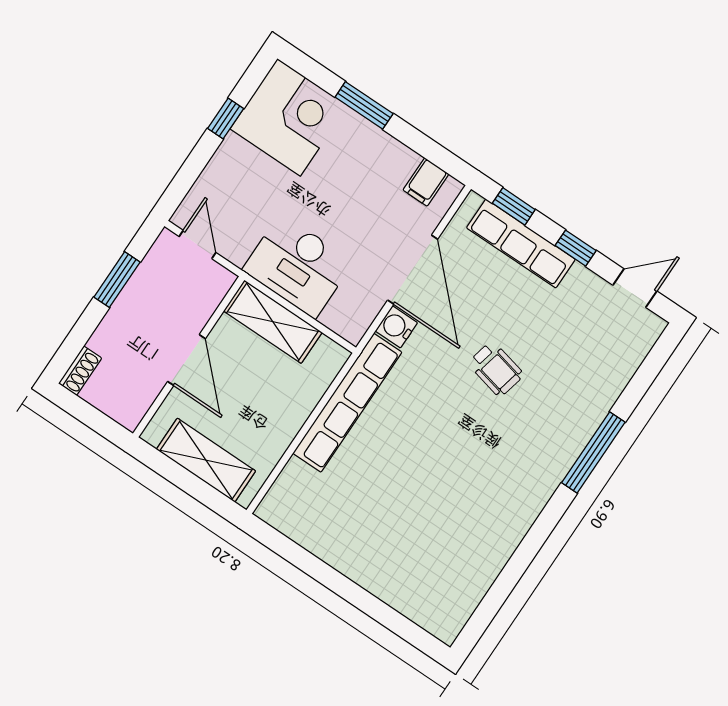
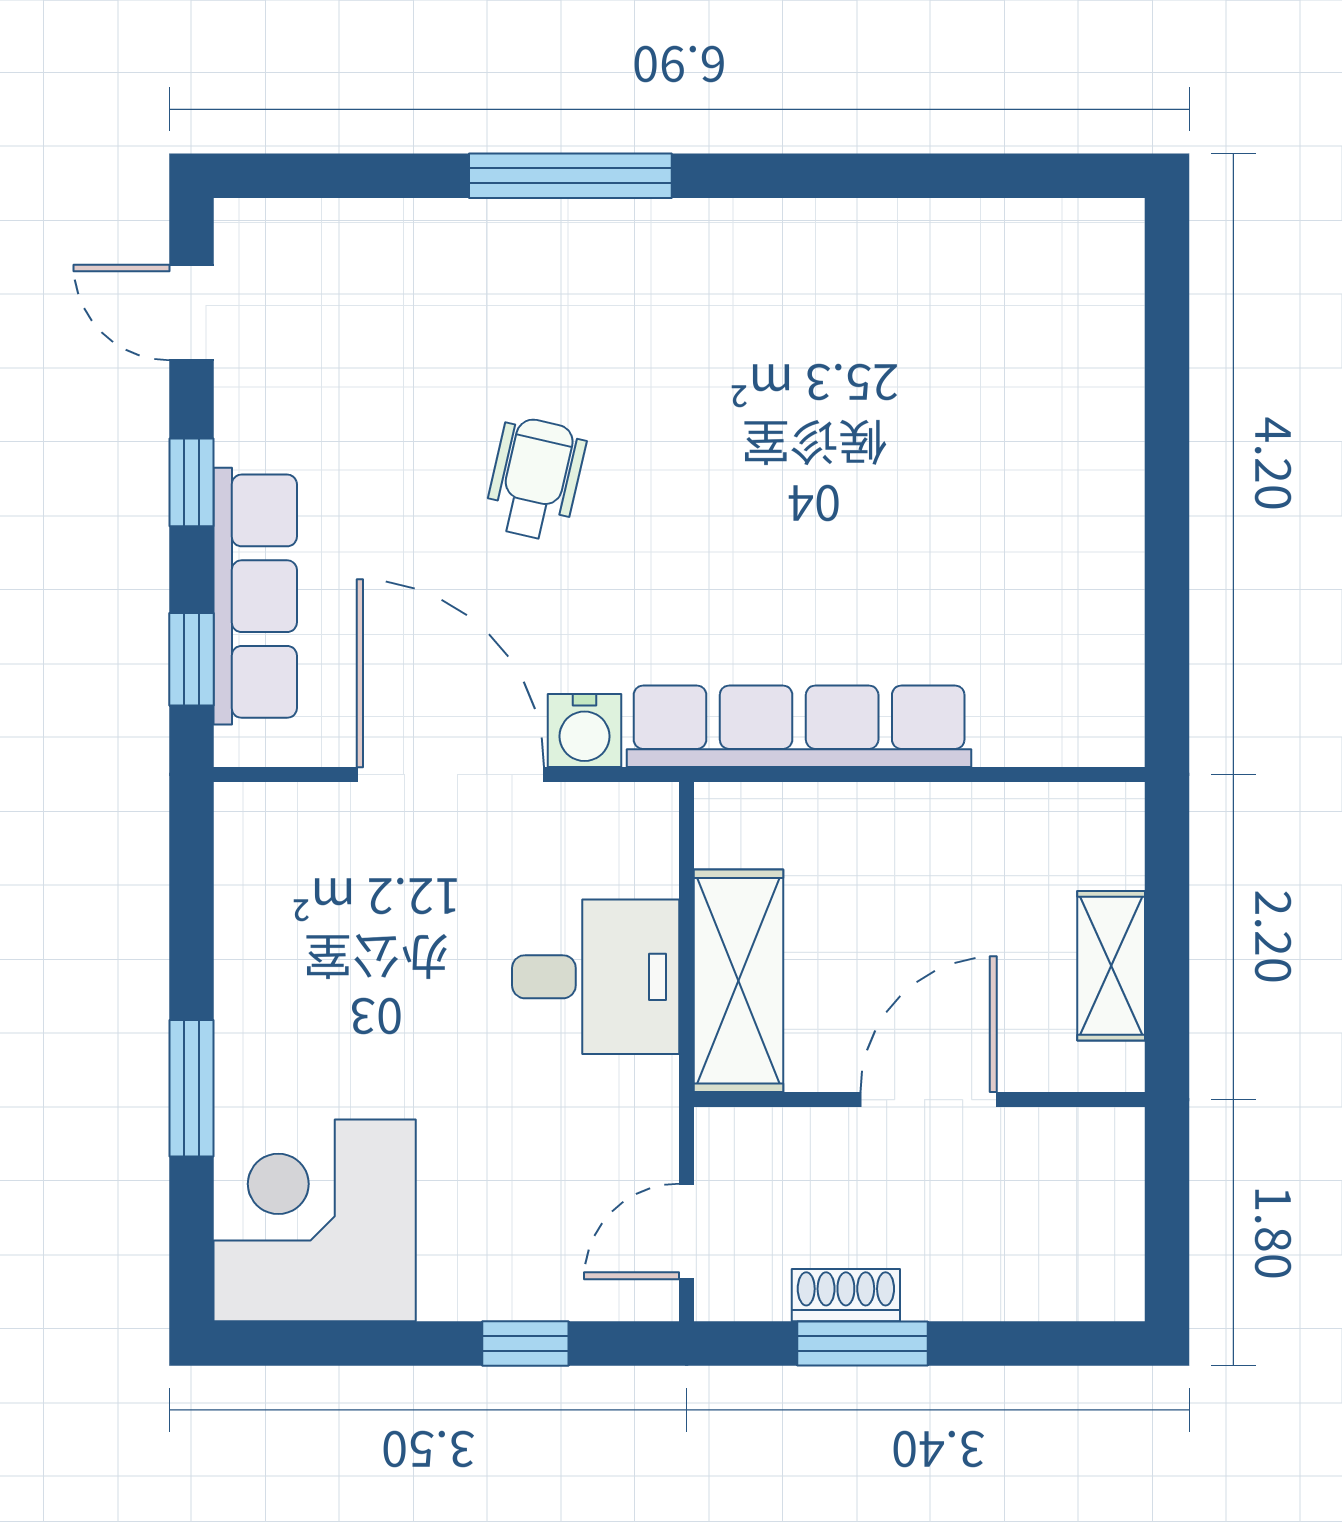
window: (226, 119) -> (525, 1343), moved
filing cabinet: (426, 182) -> (260, 865), removed
desk: (298, 266) -> (596, 977), width x0.73
door: (413, 270) -> (450, 774), hinge flipped
shoe rack: (80, 371) -> (846, 1295), moved
shelving: (206, 460) -> (1111, 966), width x0.67, depth x0.75

